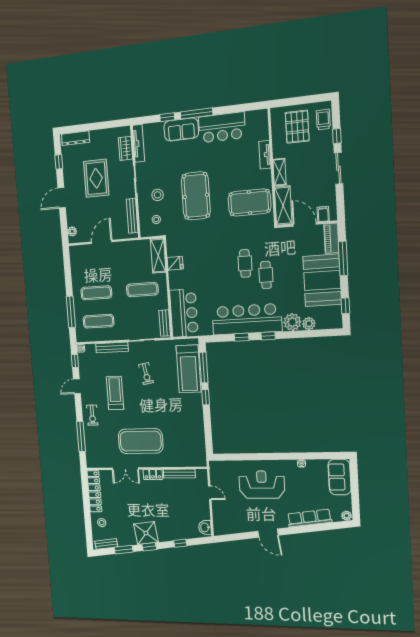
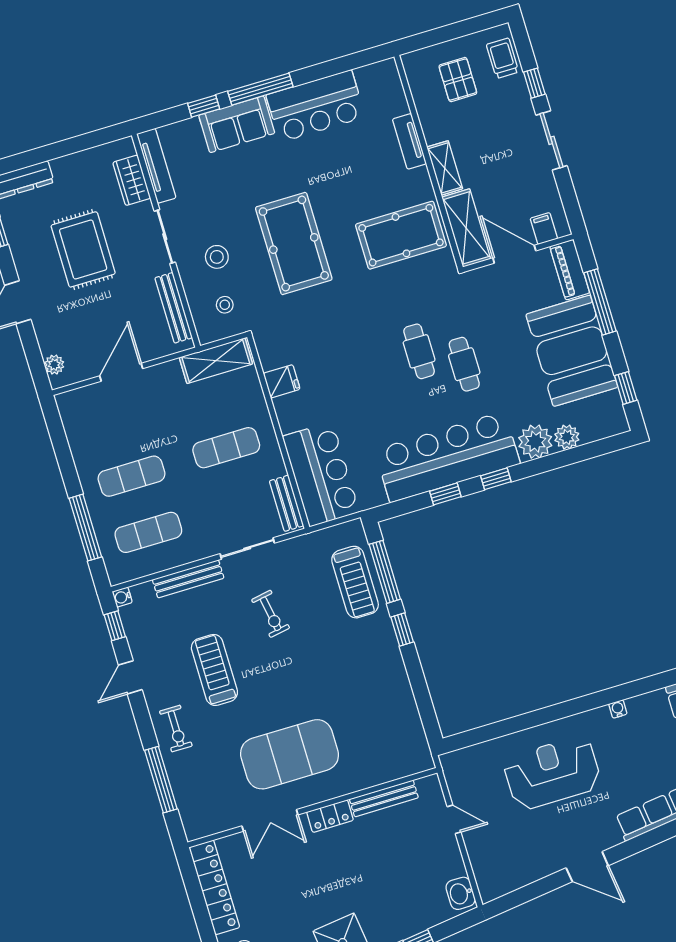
pallet: (297, 127) -> (458, 80), width x0.67, depth x0.71
shelving: (158, 256) -> (216, 361), moved, turned 90
treadmill: (189, 369) -> (355, 582), width x0.73, depth x0.73

